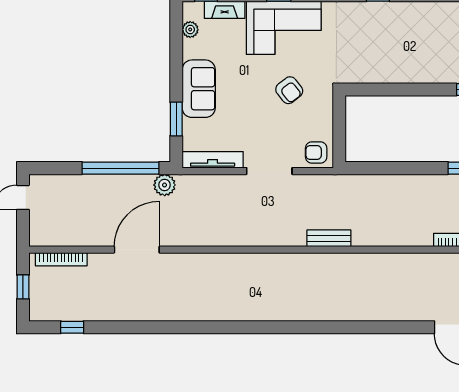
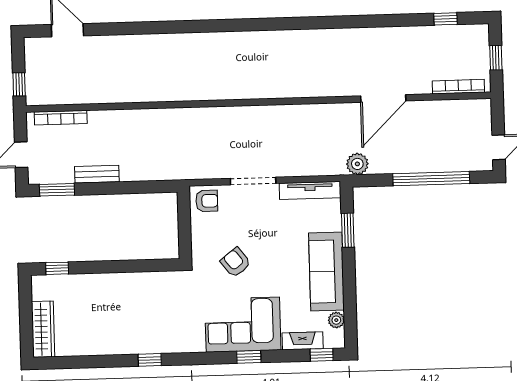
sofa: (199, 89) -> (326, 272), width x1.36
window: (121, 168) -> (431, 179), moved
bench: (329, 238) -> (97, 174), moved

